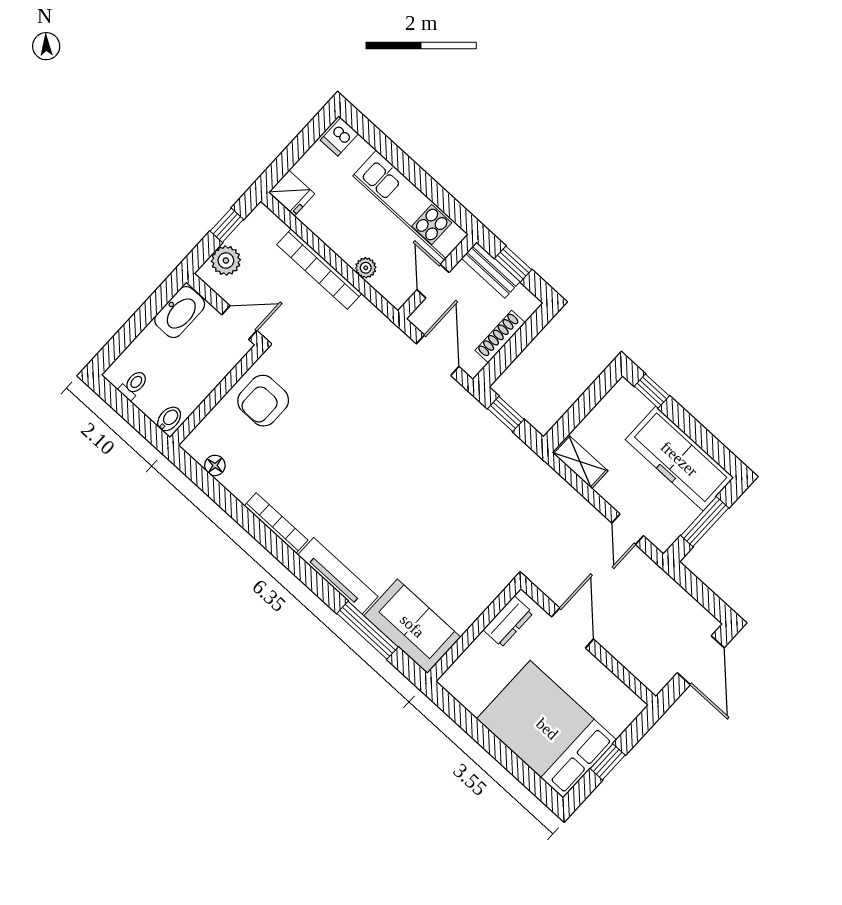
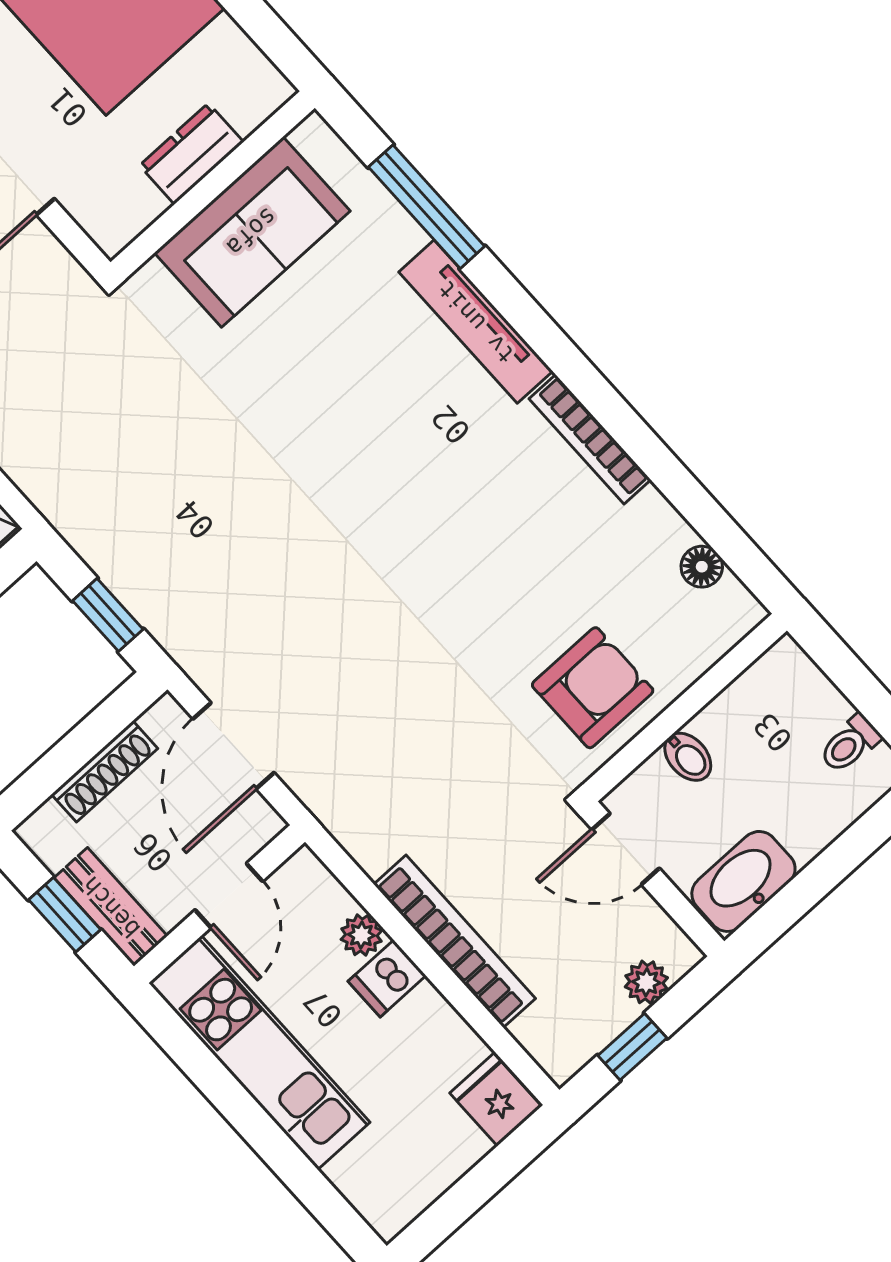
dishwasher: (339, 137) -> (387, 978), moved, turned 180
plant: (226, 261) -> (646, 982), width x0.73, depth x0.73
bidet: (169, 419) -> (688, 757), moved, turned -90
dresser: (508, 621) -> (192, 154), moved
sofa: (412, 626) -> (252, 232), moved, turned -90

